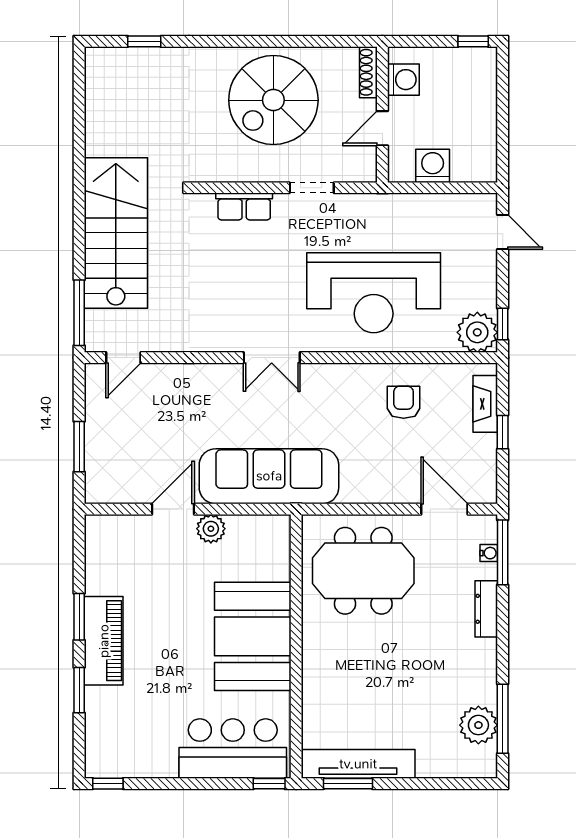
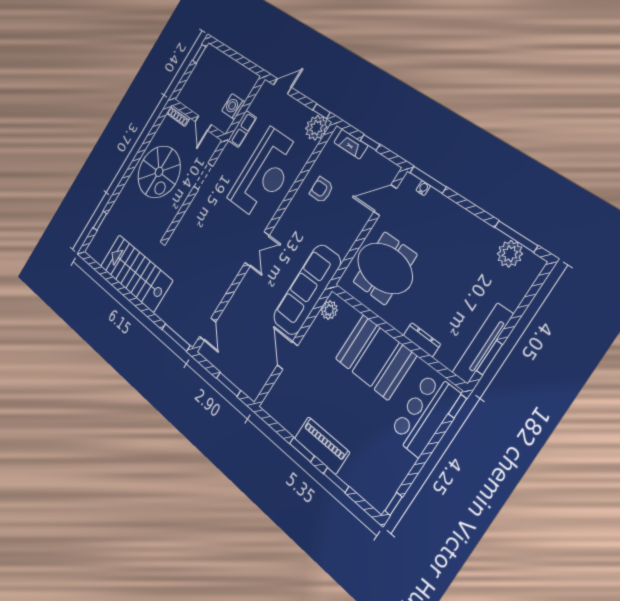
washing machine: (403, 80) -> (192, 99), removed
row of seats: (244, 206) -> (242, 129), moved
stairs: (116, 233) -> (136, 273), moved
plant: (211, 529) -> (329, 310), moved
meeting table: (363, 571) -> (385, 268), turned 90
dresser: (486, 609) -> (422, 340), moved, turned 180

